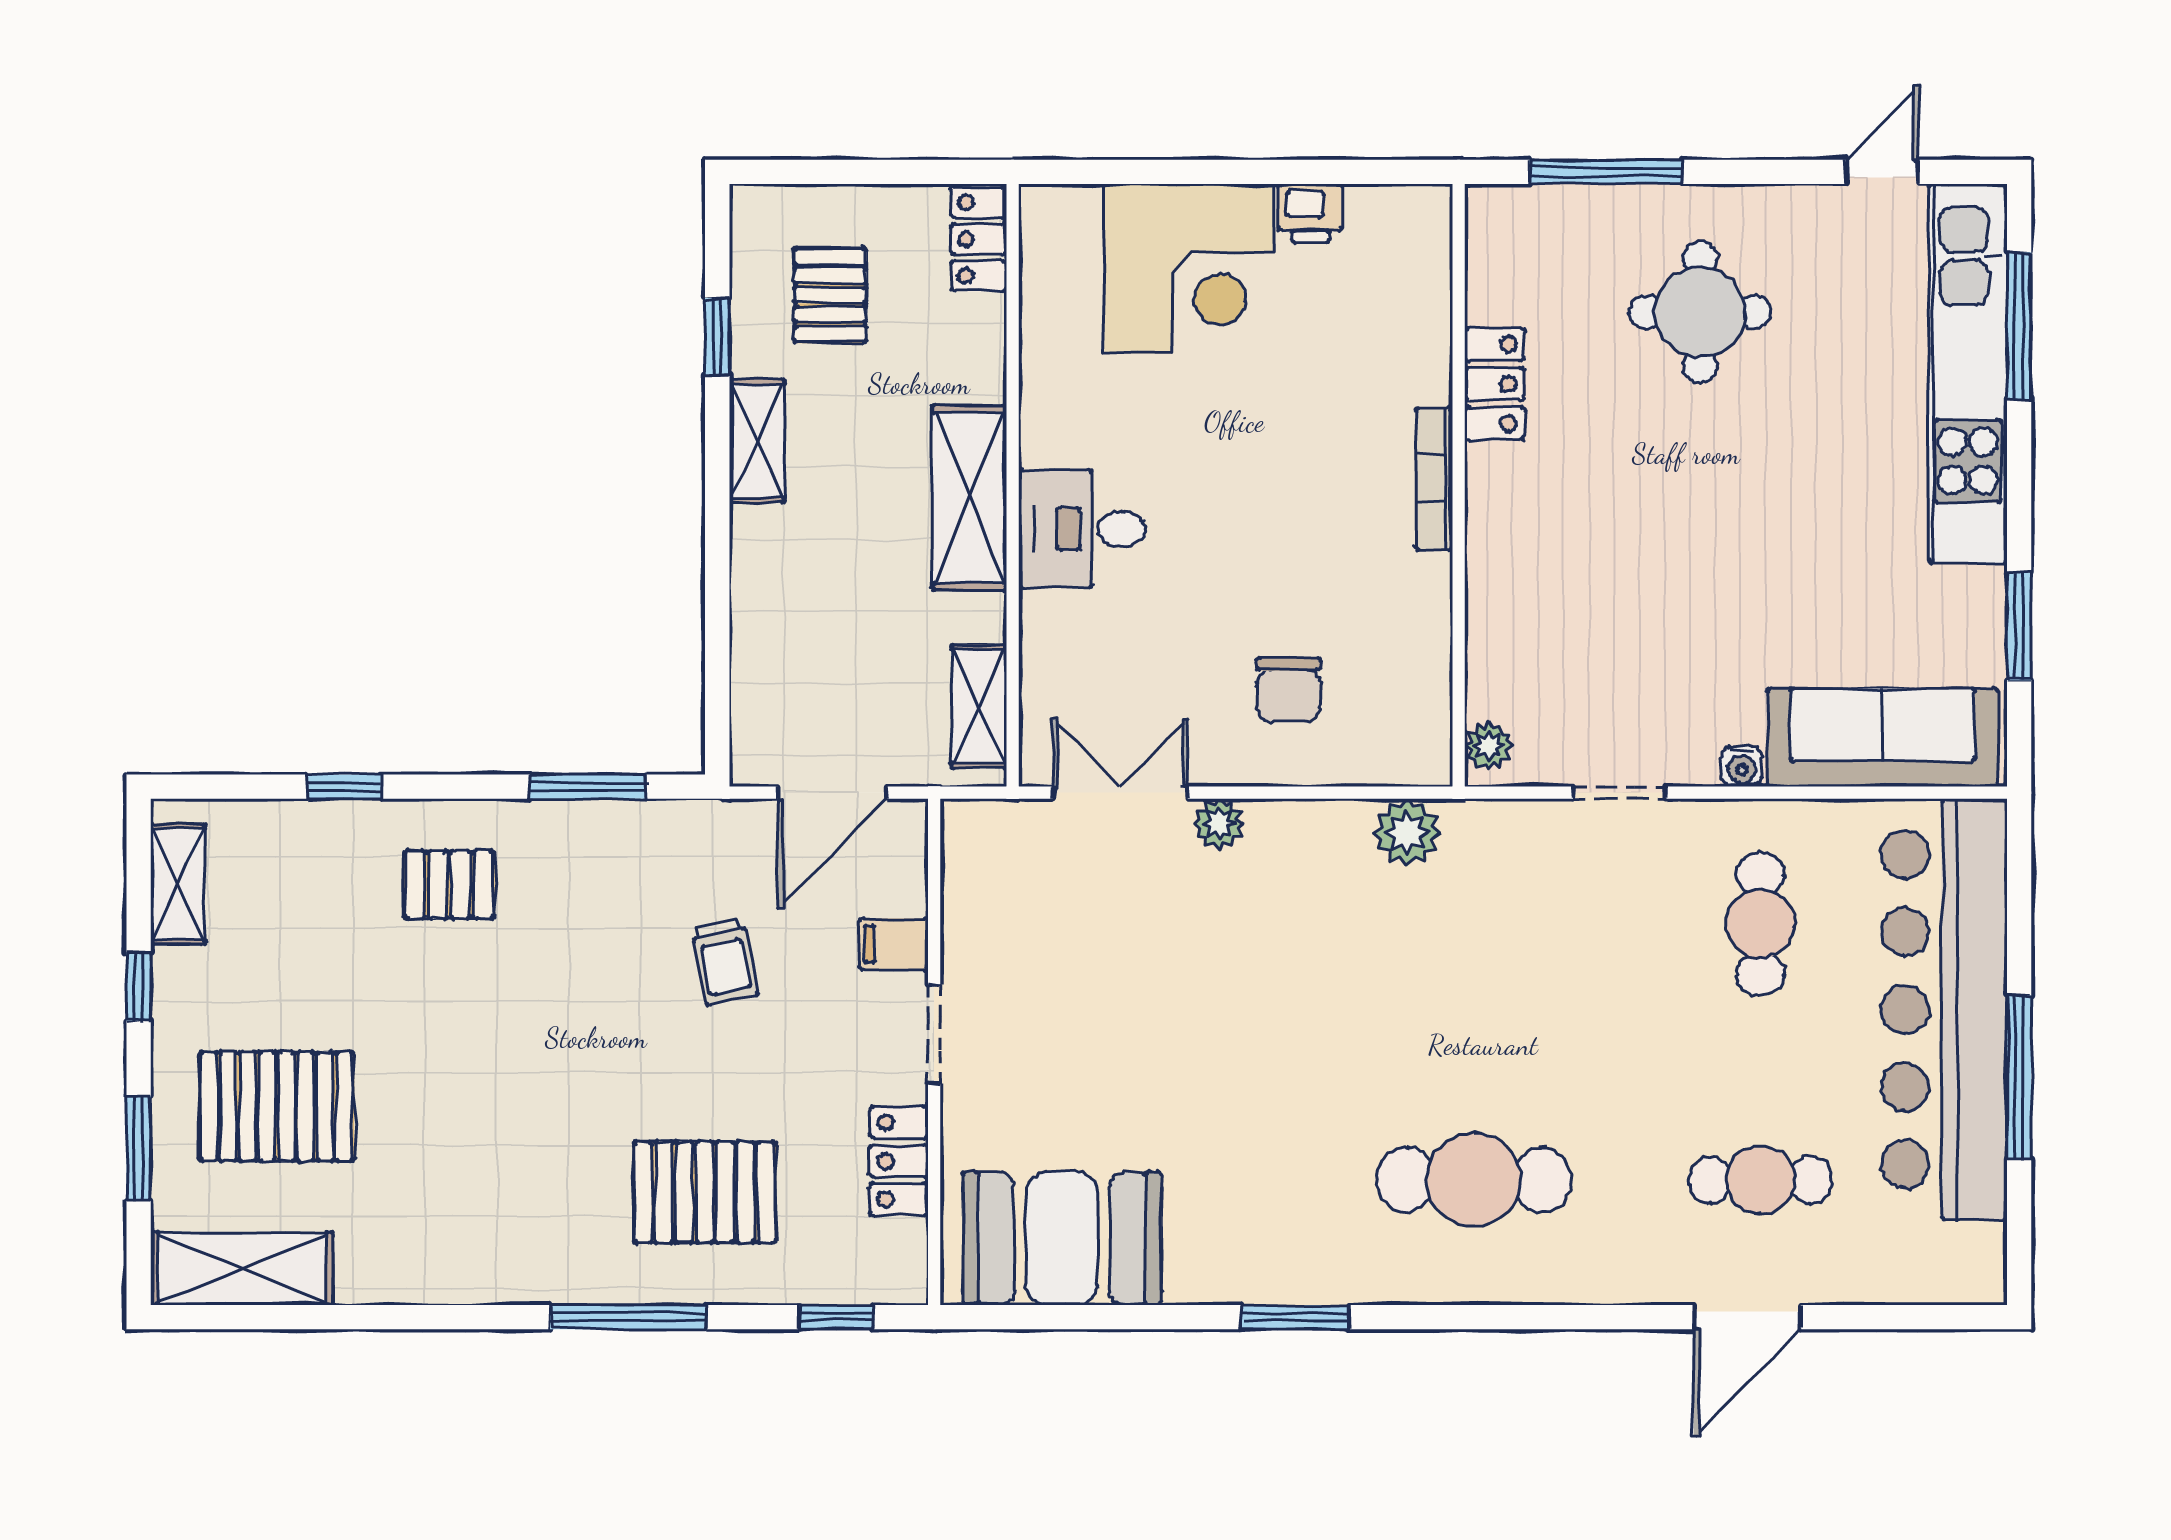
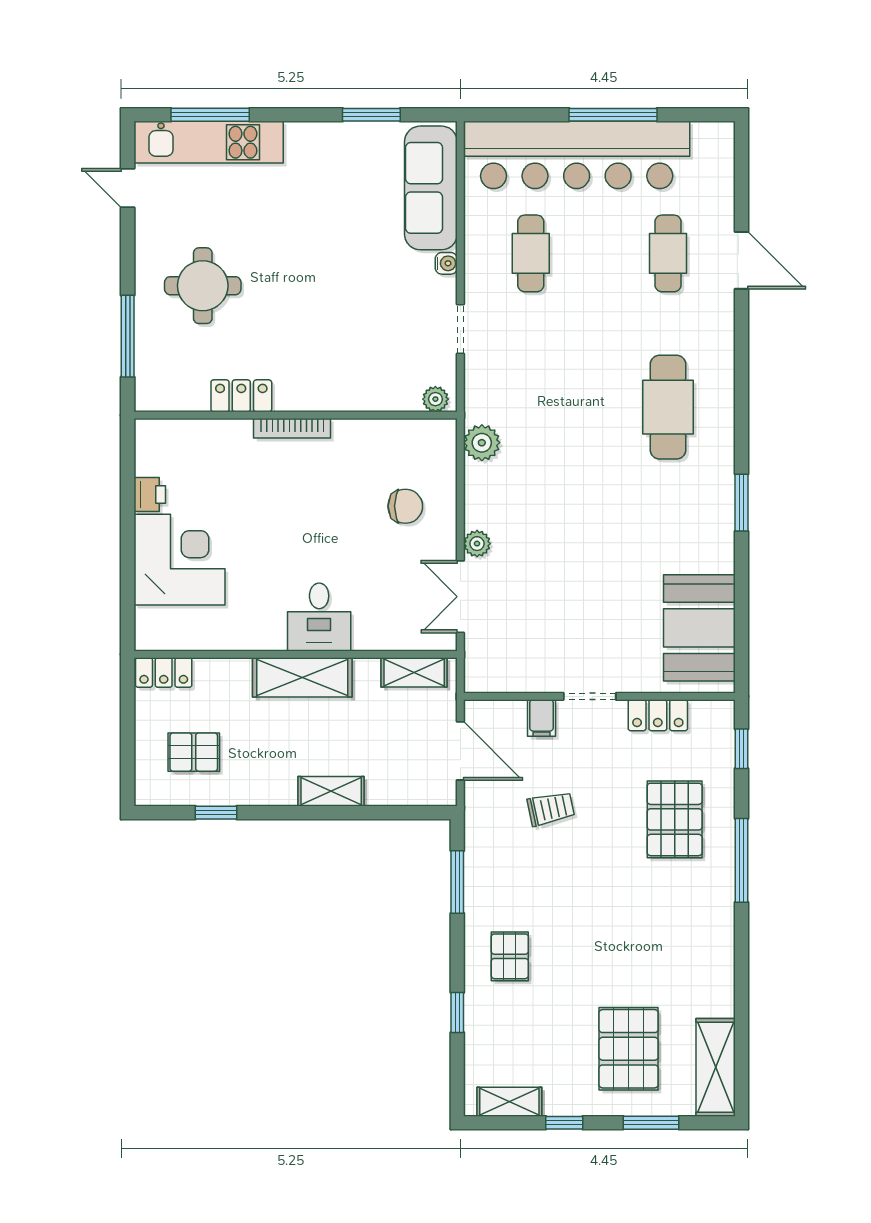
kitchen unit: (1968, 374) -> (209, 142), width x0.73
shelving: (757, 441) -> (331, 791), moved
cafe table: (1760, 924) -> (531, 253), turned 90

